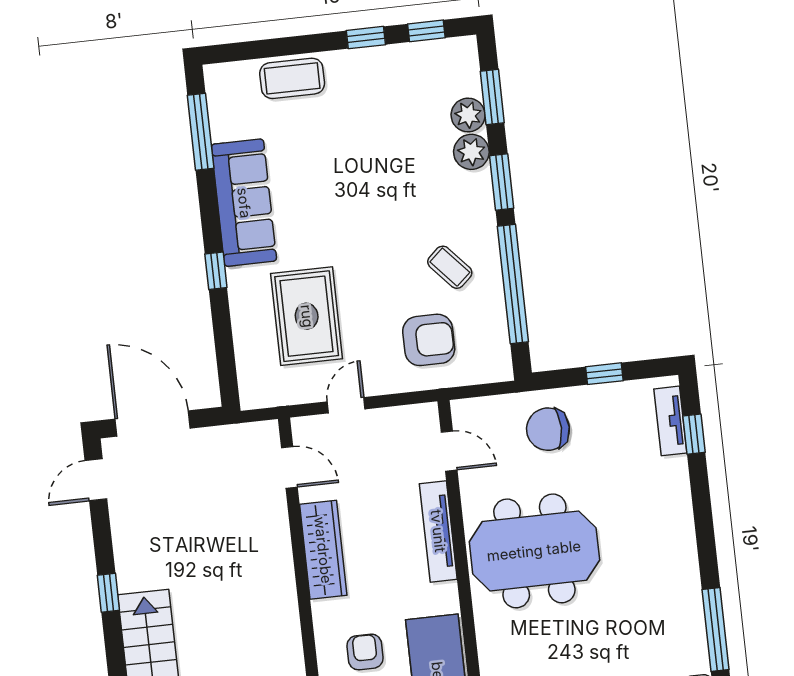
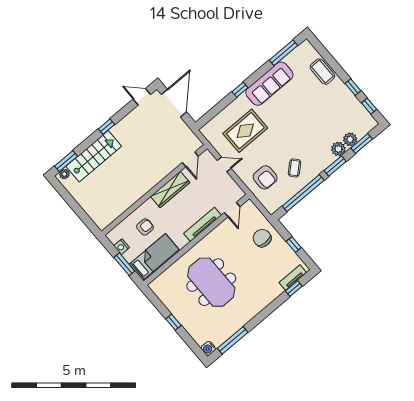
meeting table: (534, 551) -> (211, 282), moved

